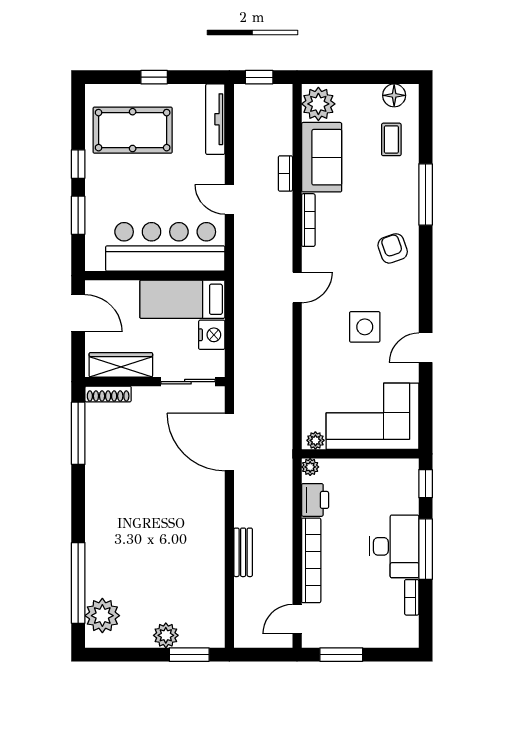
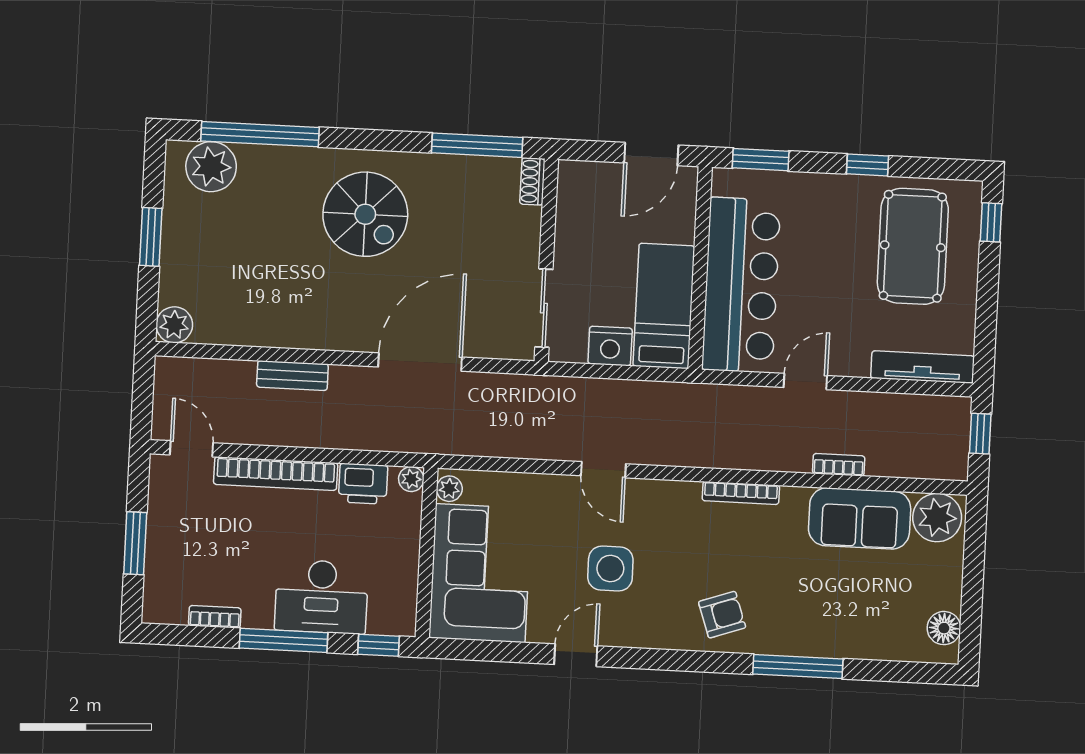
window: (154, 77) -> (991, 222), moved
coffee table: (391, 139) -> (880, 621), removed
window: (78, 215) -> (761, 160), moved
bookcase: (308, 220) -> (741, 493), moved
door: (297, 287) -> (603, 470), moved
door: (426, 348) -> (576, 655), hinge flipped
wardrobe: (121, 365) -> (573, 212), removed
shoe rack: (108, 394) -> (532, 181), width x0.70
door: (229, 442) -> (420, 362), moved
spiral stairs: (130, 508) -> (365, 214), added
desk: (394, 546) -> (321, 597), moved
plant: (166, 635) -> (174, 325), moved
window: (189, 655) -> (151, 237), moved
window: (341, 655) -> (135, 543), moved

